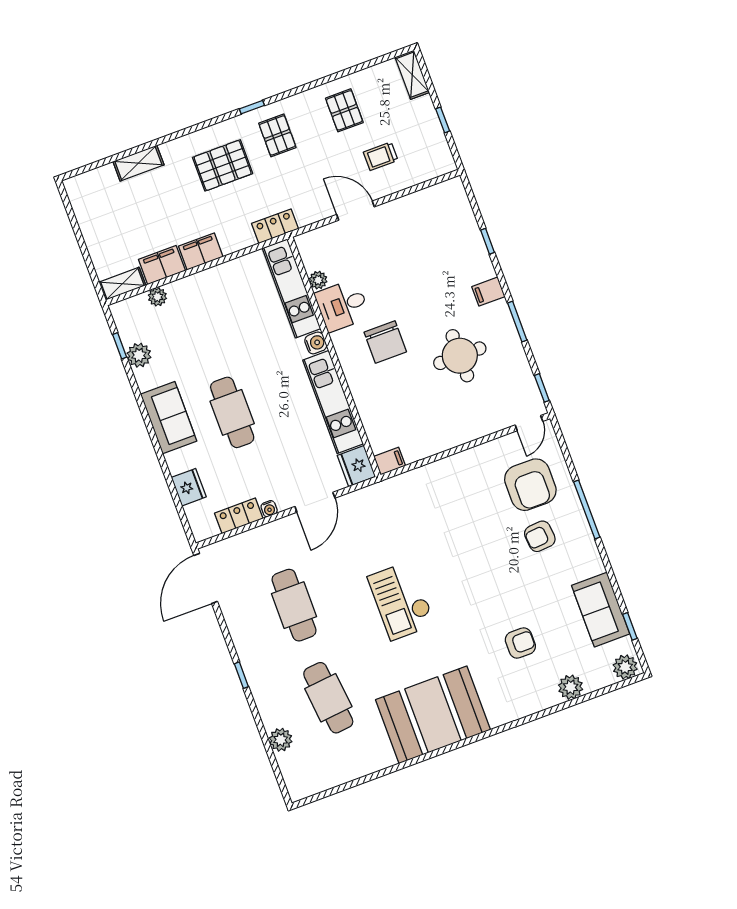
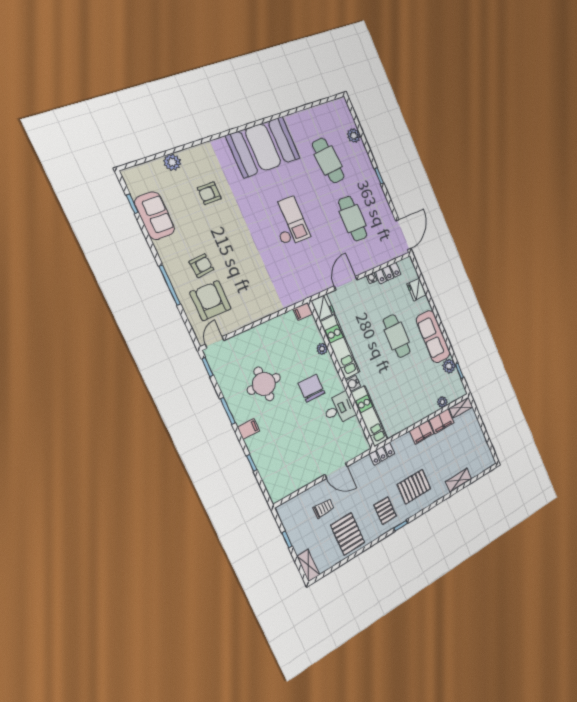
pallet: (344, 110) -> (348, 534), width x1.50, depth x1.42
plant: (318, 280) -> (322, 349), moved
sofa: (169, 418) -> (433, 337), width x1.36
plant: (625, 667) -> (134, 175), removed

